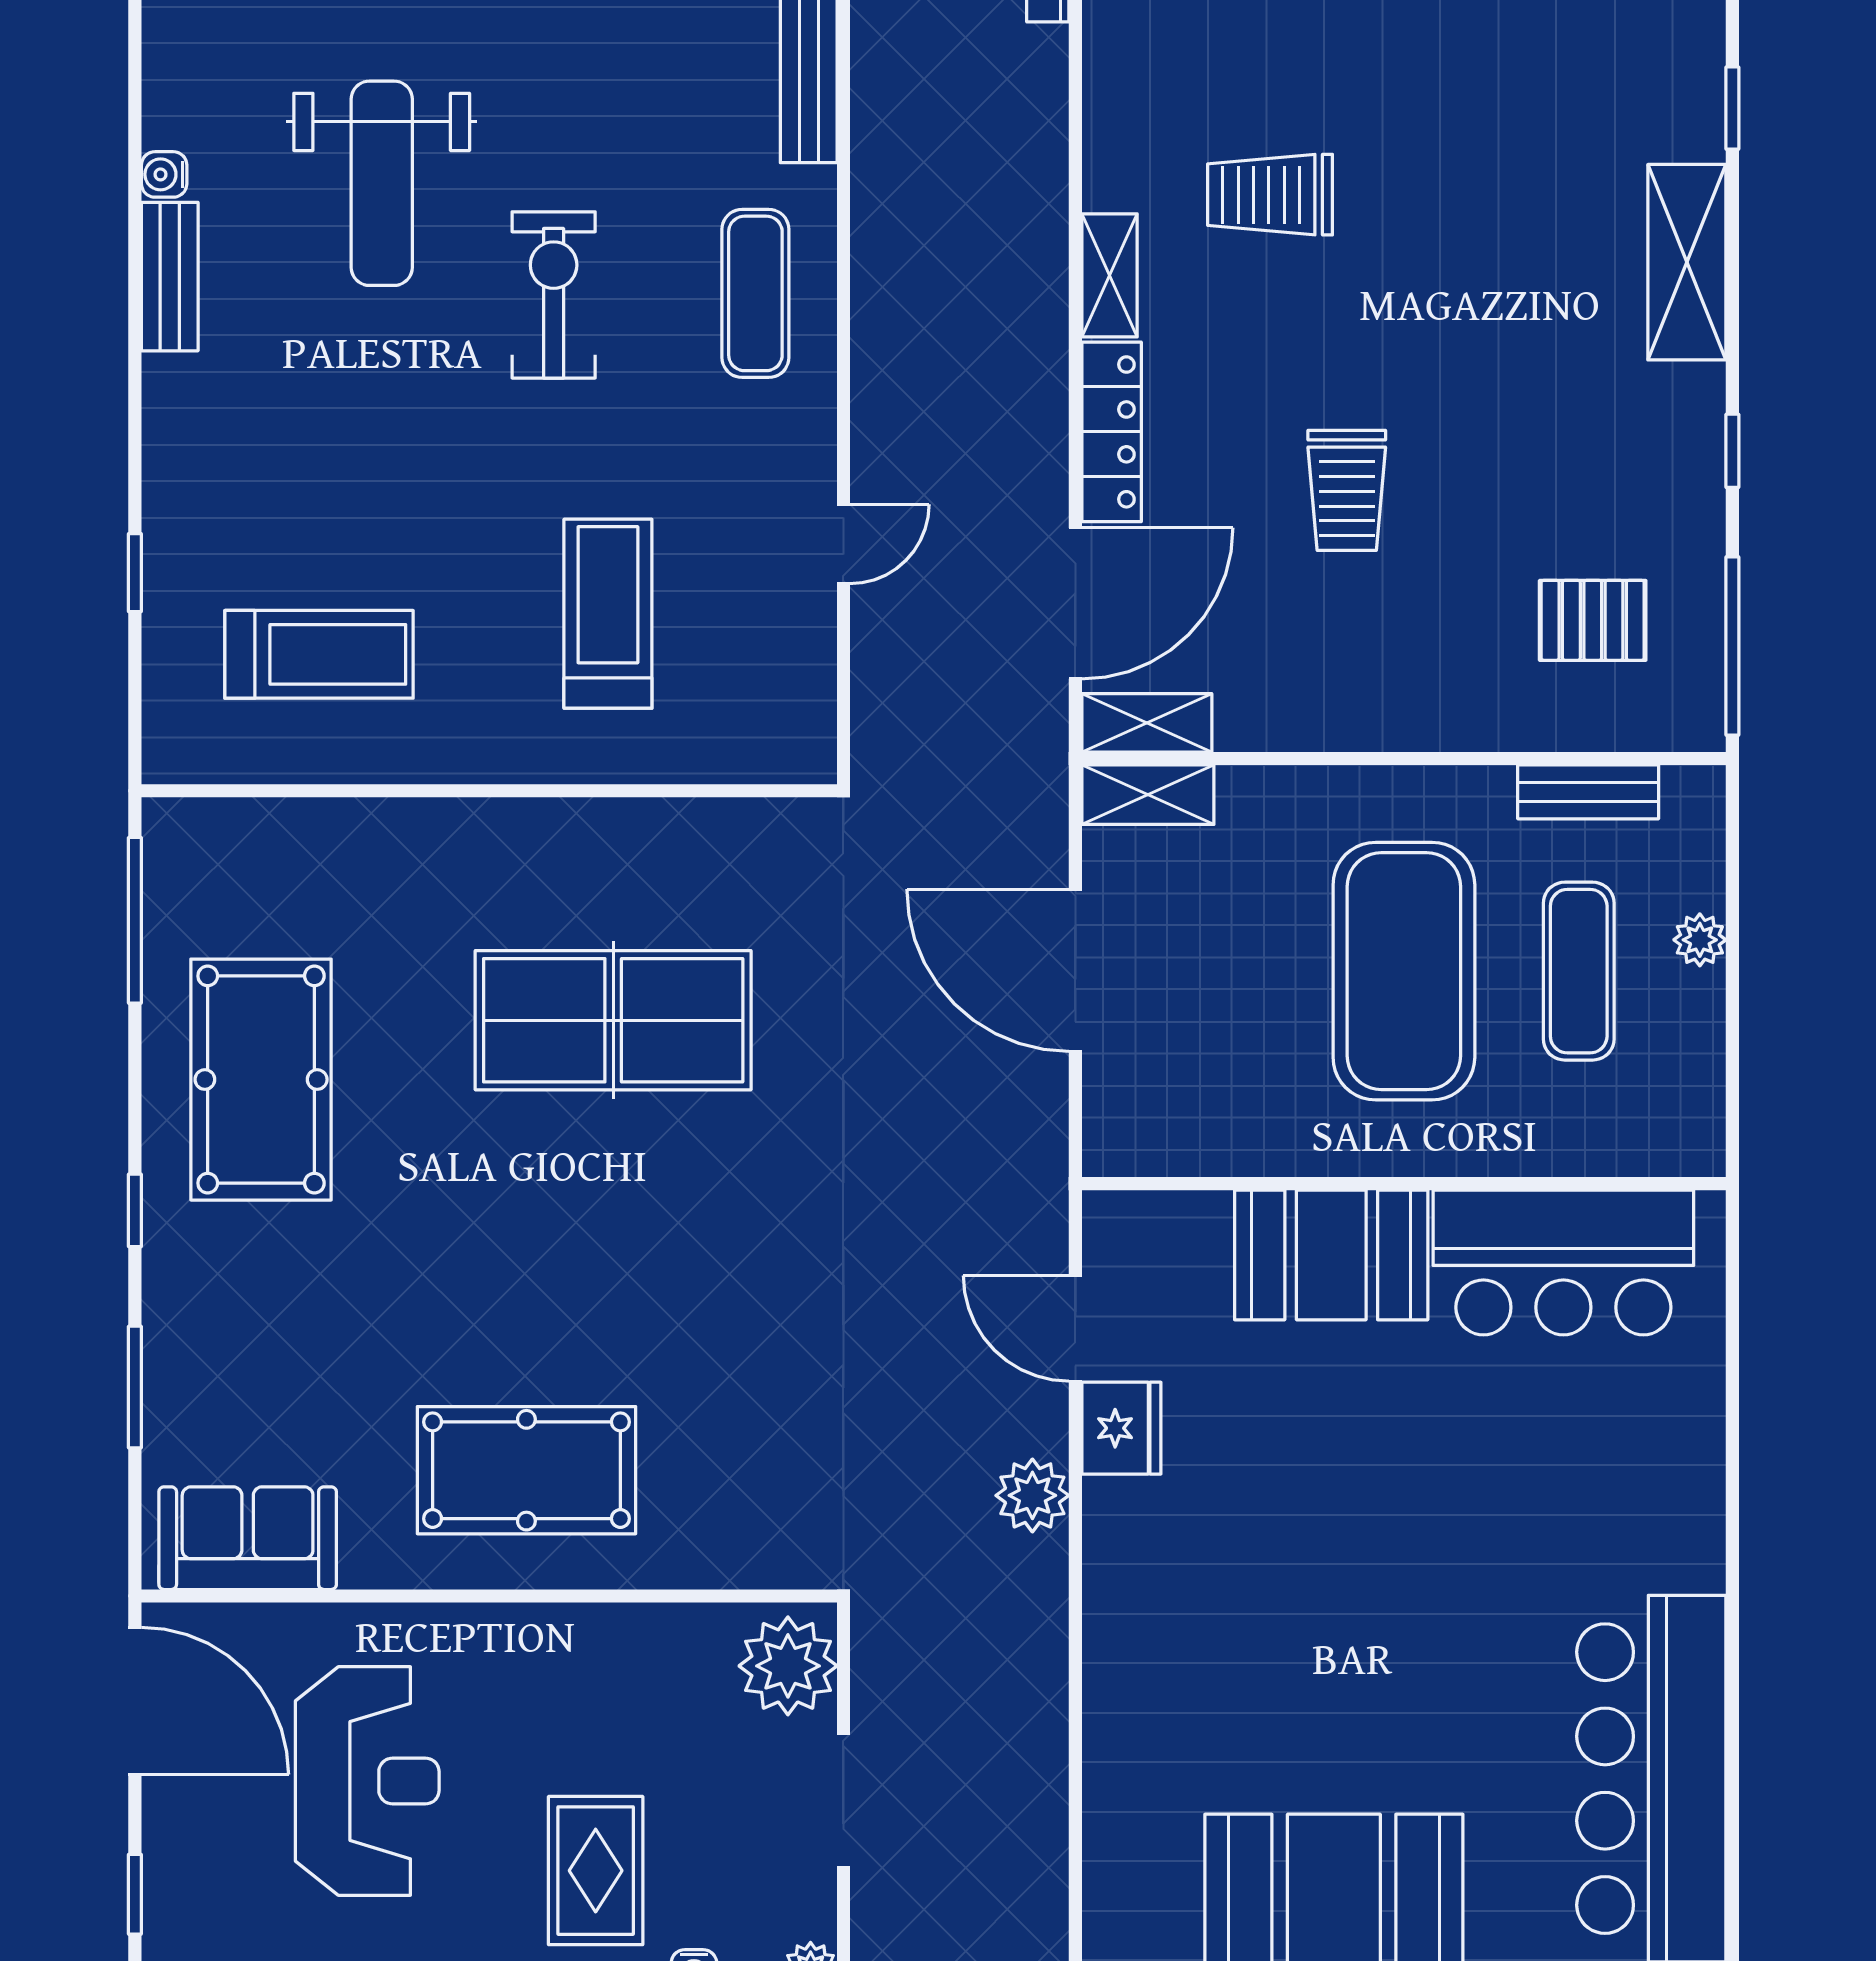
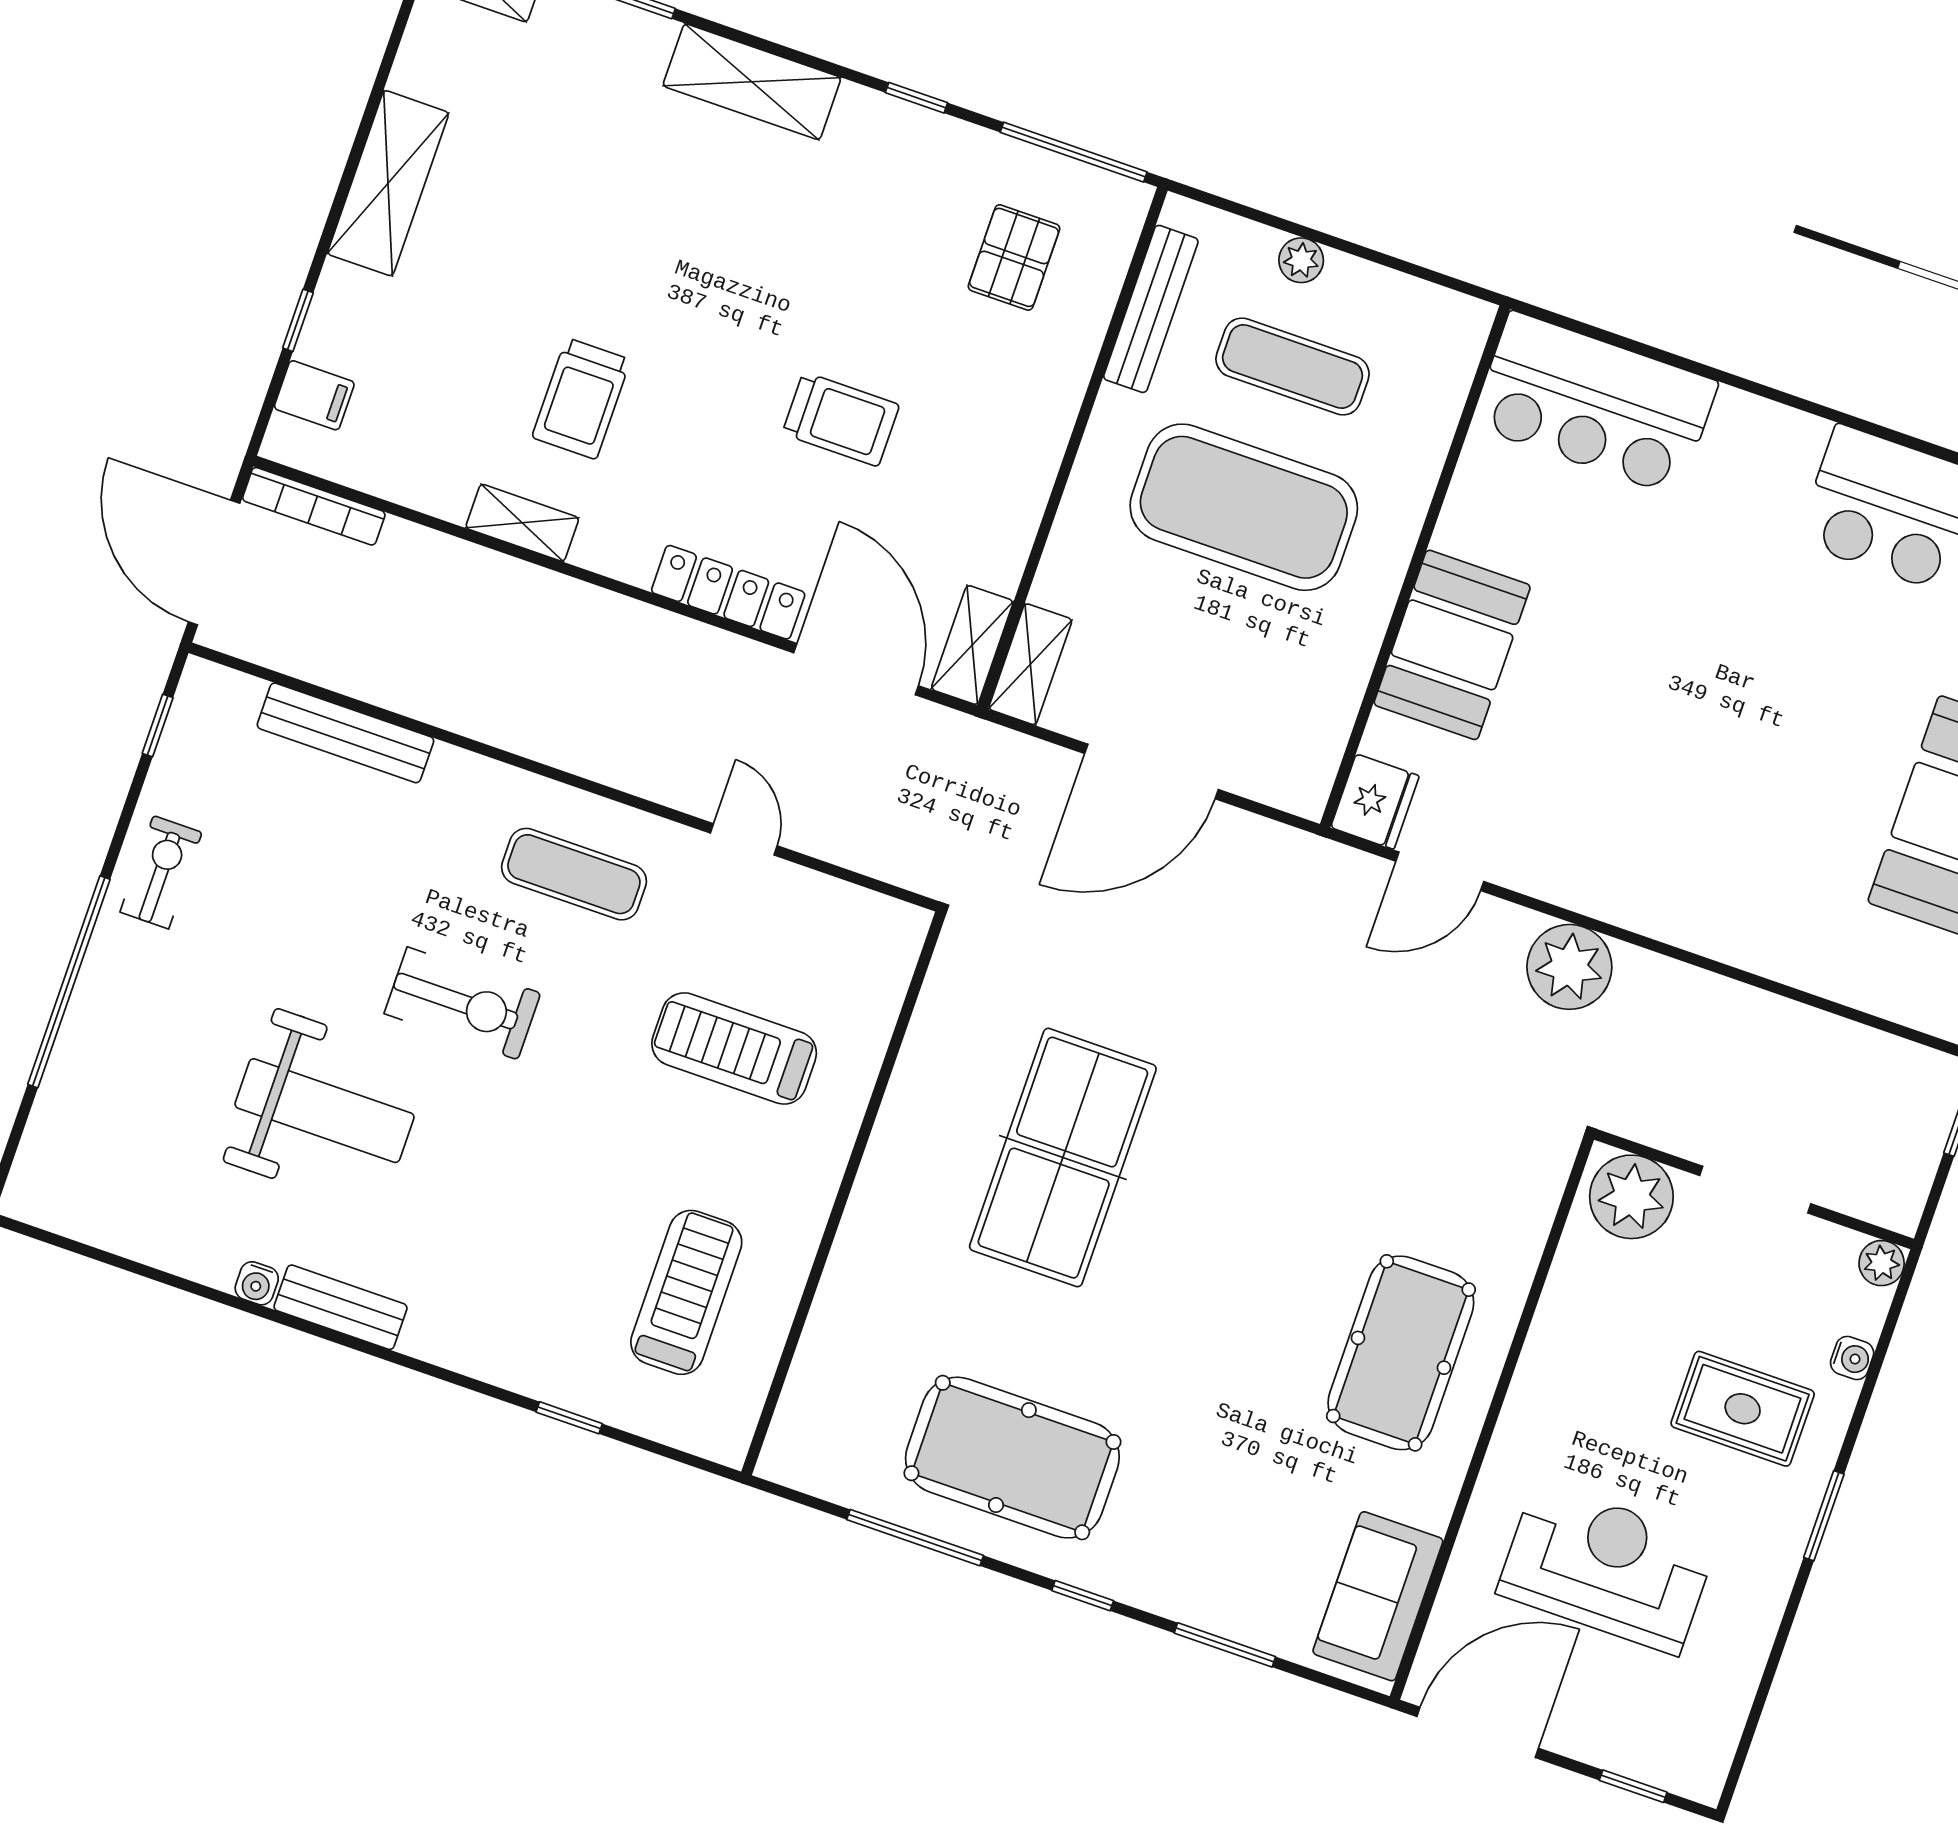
shelving: (1110, 275) -> (522, 523), moved
exercise mat: (755, 293) -> (574, 874), moved
exercise bike: (554, 295) -> (462, 1003), turned 180
bench: (1588, 792) -> (1151, 309), width x1.36
window: (135, 920) -> (915, 1538), moved
bar counter: (1563, 1263) -> (1595, 404), moved, turned 90
fridge: (1121, 1428) -> (1375, 802), moved, turned 90
plant: (1032, 1495) -> (1569, 967), width x1.36, depth x1.36

